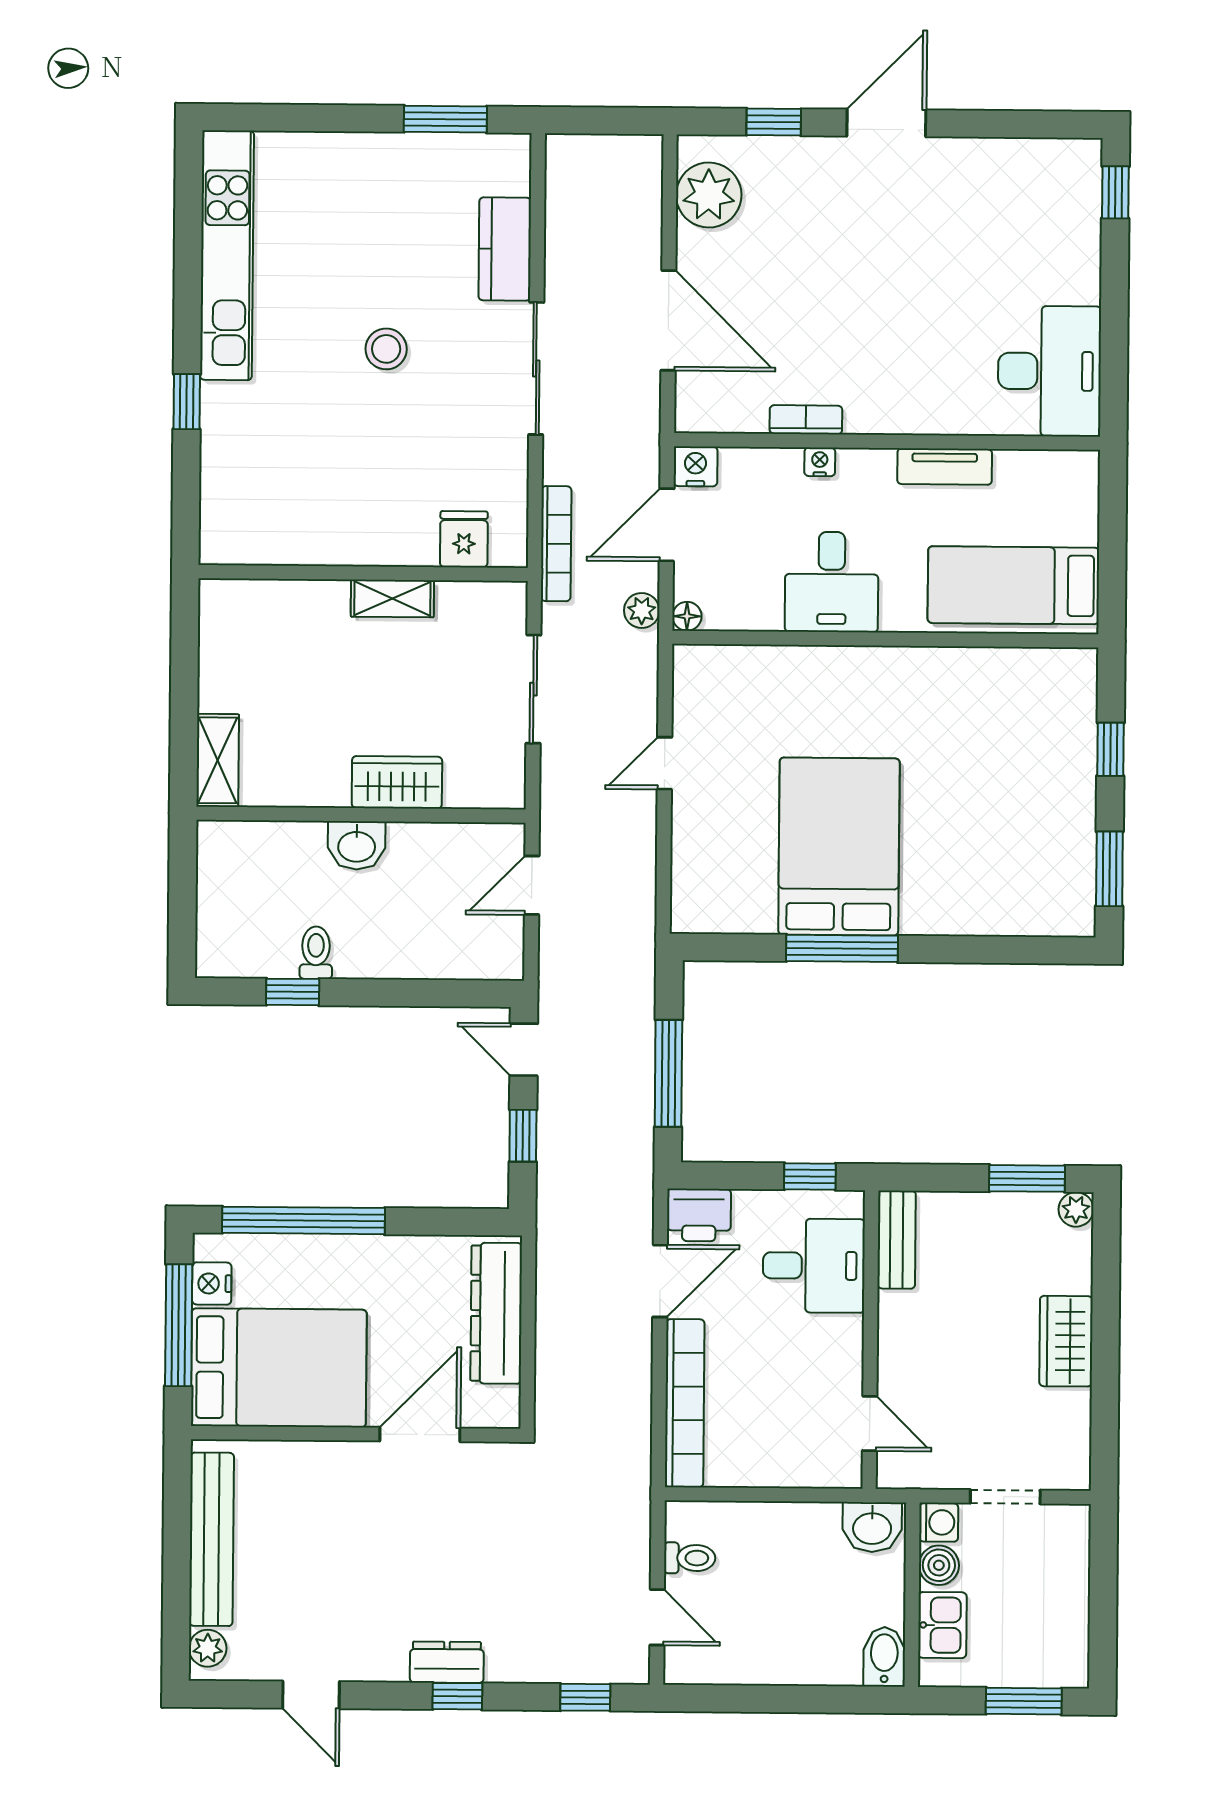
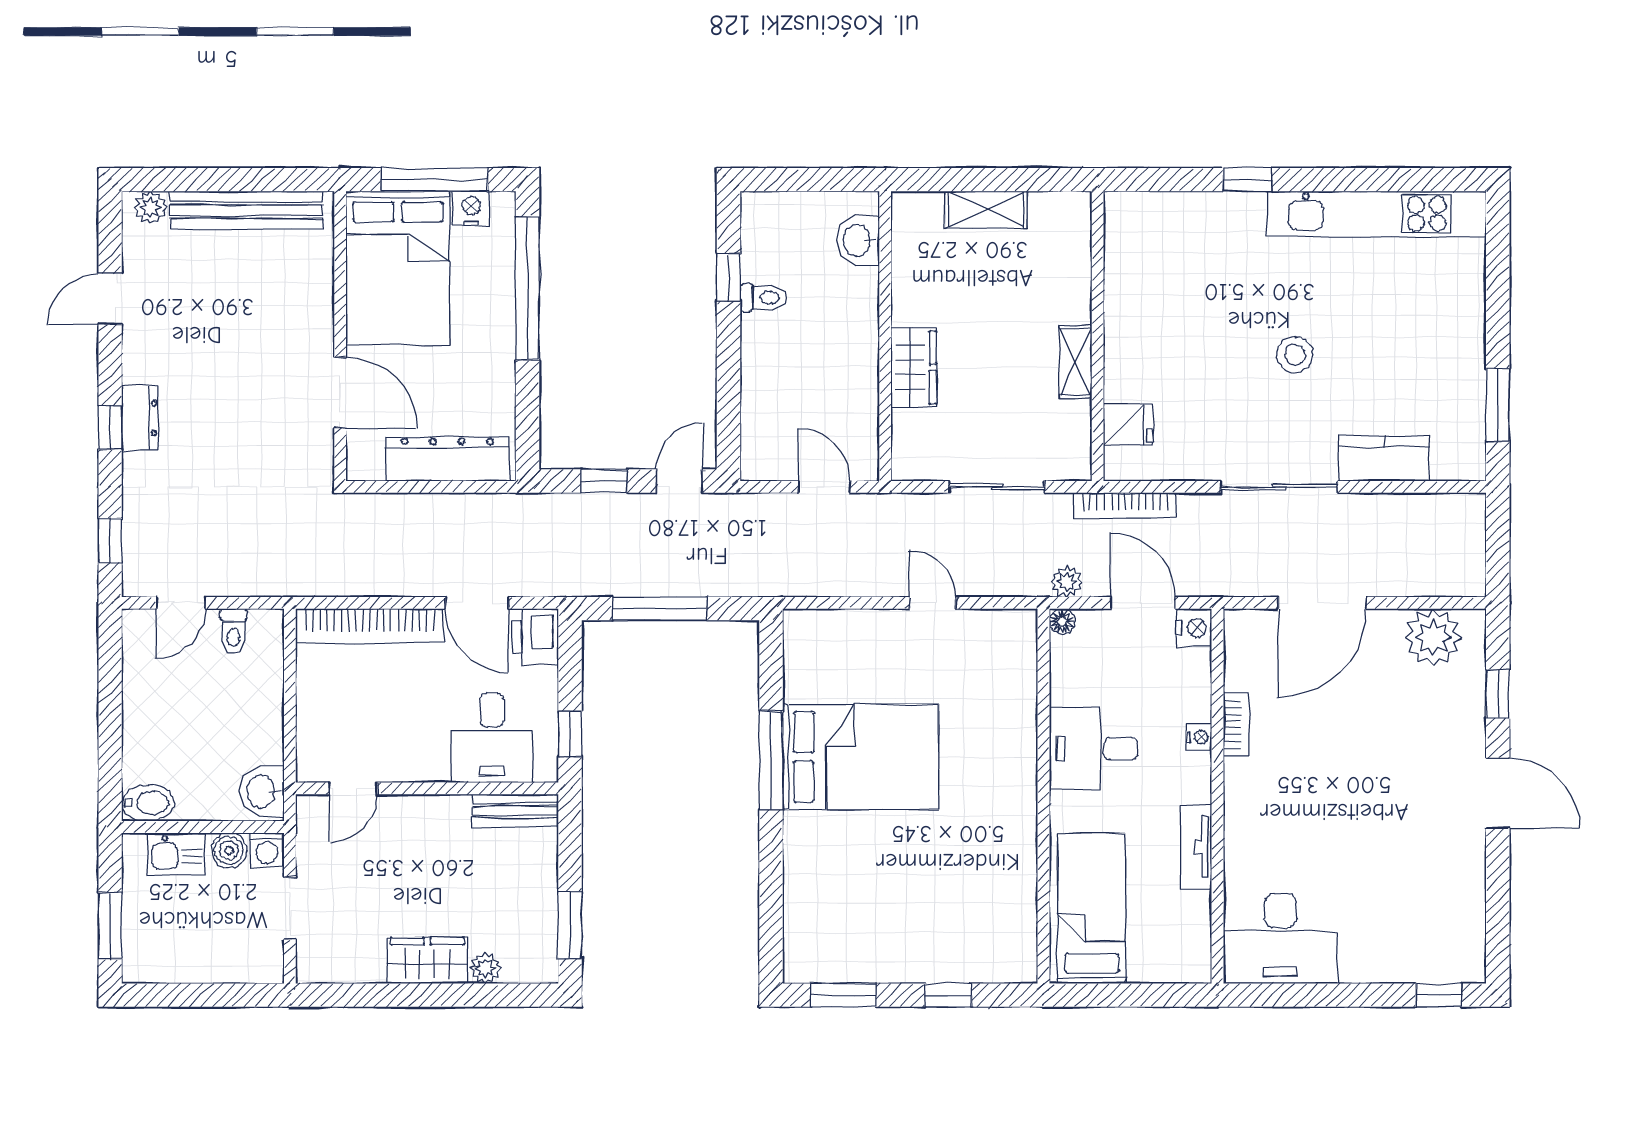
shelving: (218, 760) -> (986, 210), moved
washbasin: (357, 845) -> (858, 240), moved
plant: (1076, 1209) -> (485, 968), moved

